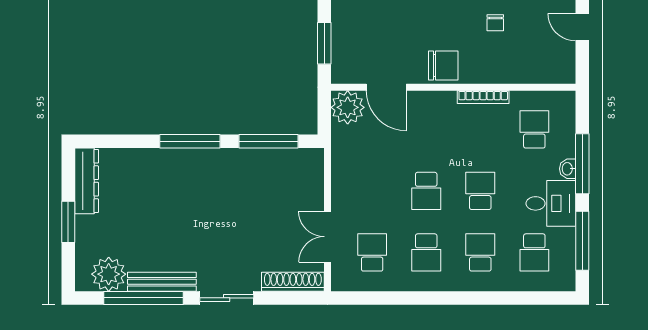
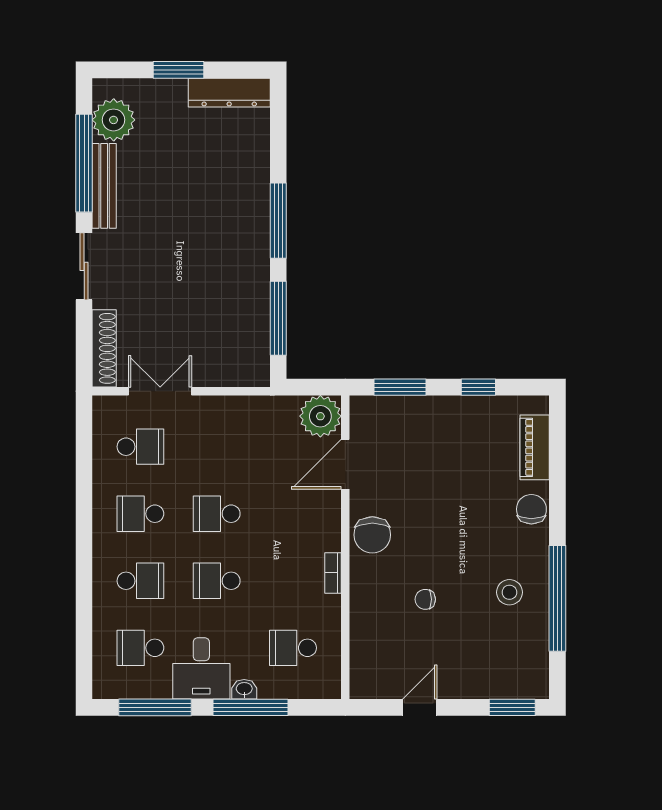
bookcase: (483, 97) -> (333, 573), width x0.64
school desk: (534, 129) -> (293, 648), turned 180
school desk: (480, 191) -> (217, 581), turned 180

